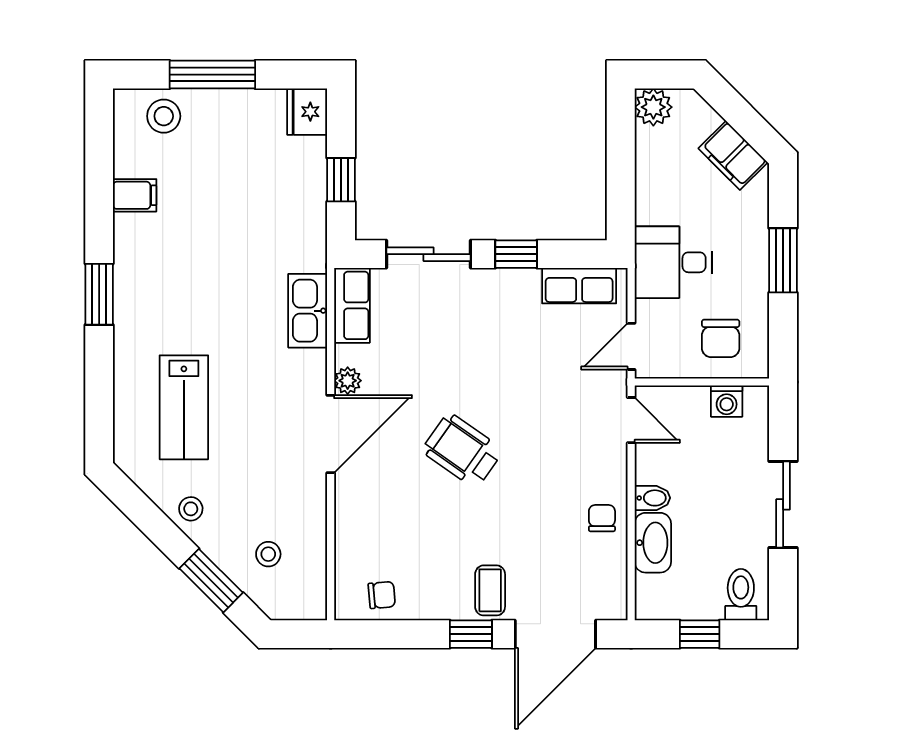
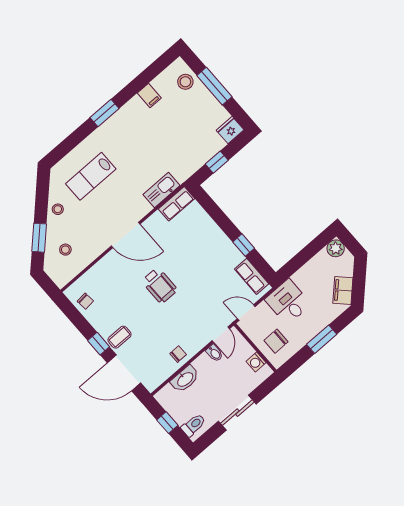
sliding door: (429, 254) -> (217, 215), removed
plant: (348, 381) -> (149, 225), removed
wheelchair: (462, 450) -> (160, 285), turned 145
bidet: (652, 498) -> (215, 353), moved

